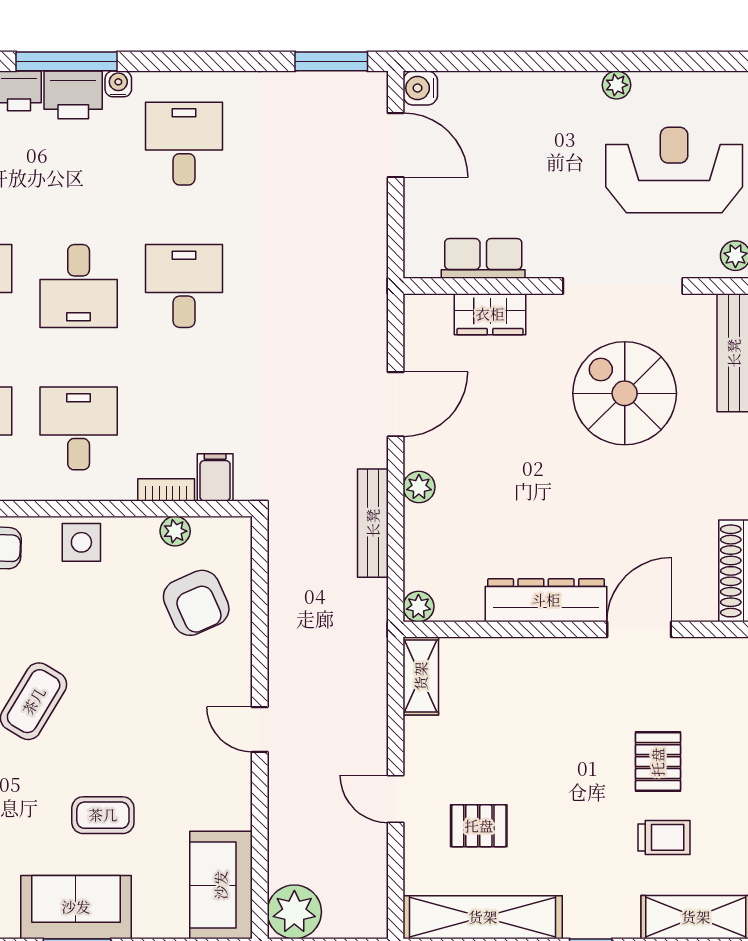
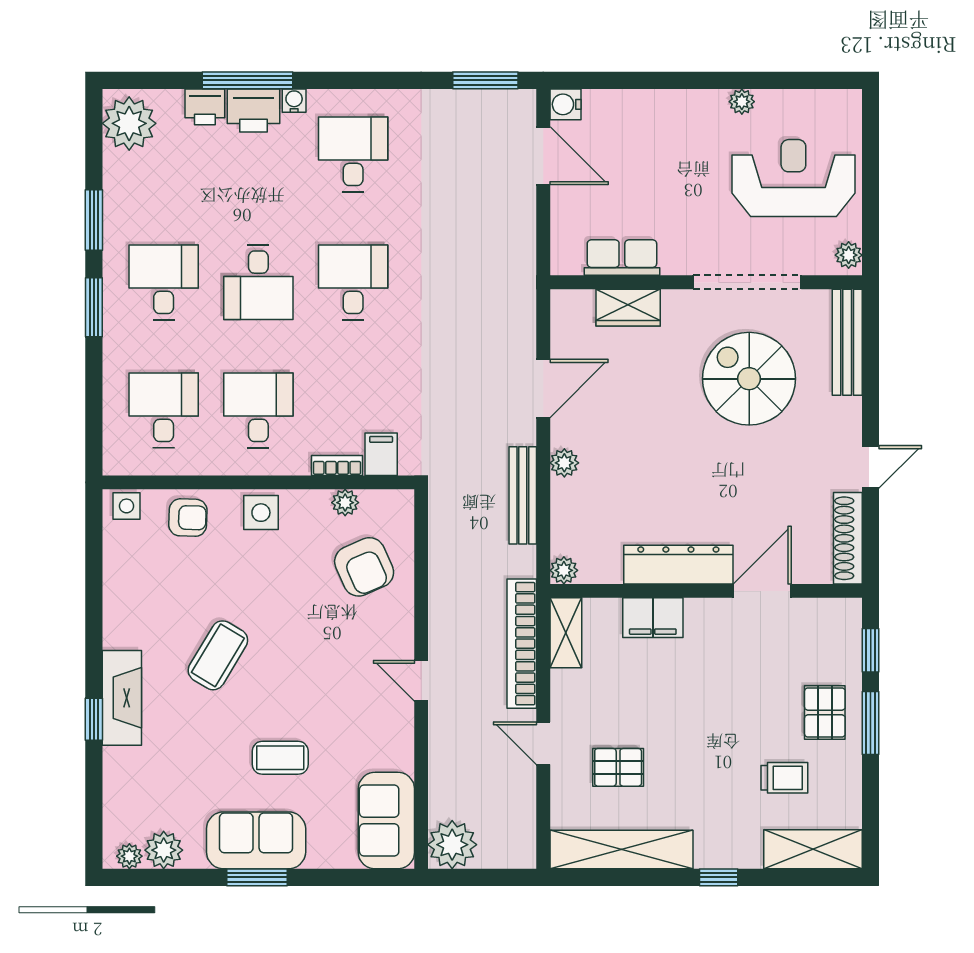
filing cabinet: (518, 659) -> (653, 618), added
bookcase: (372, 688) -> (522, 644), added
pallet: (658, 762) -> (825, 712), moved

